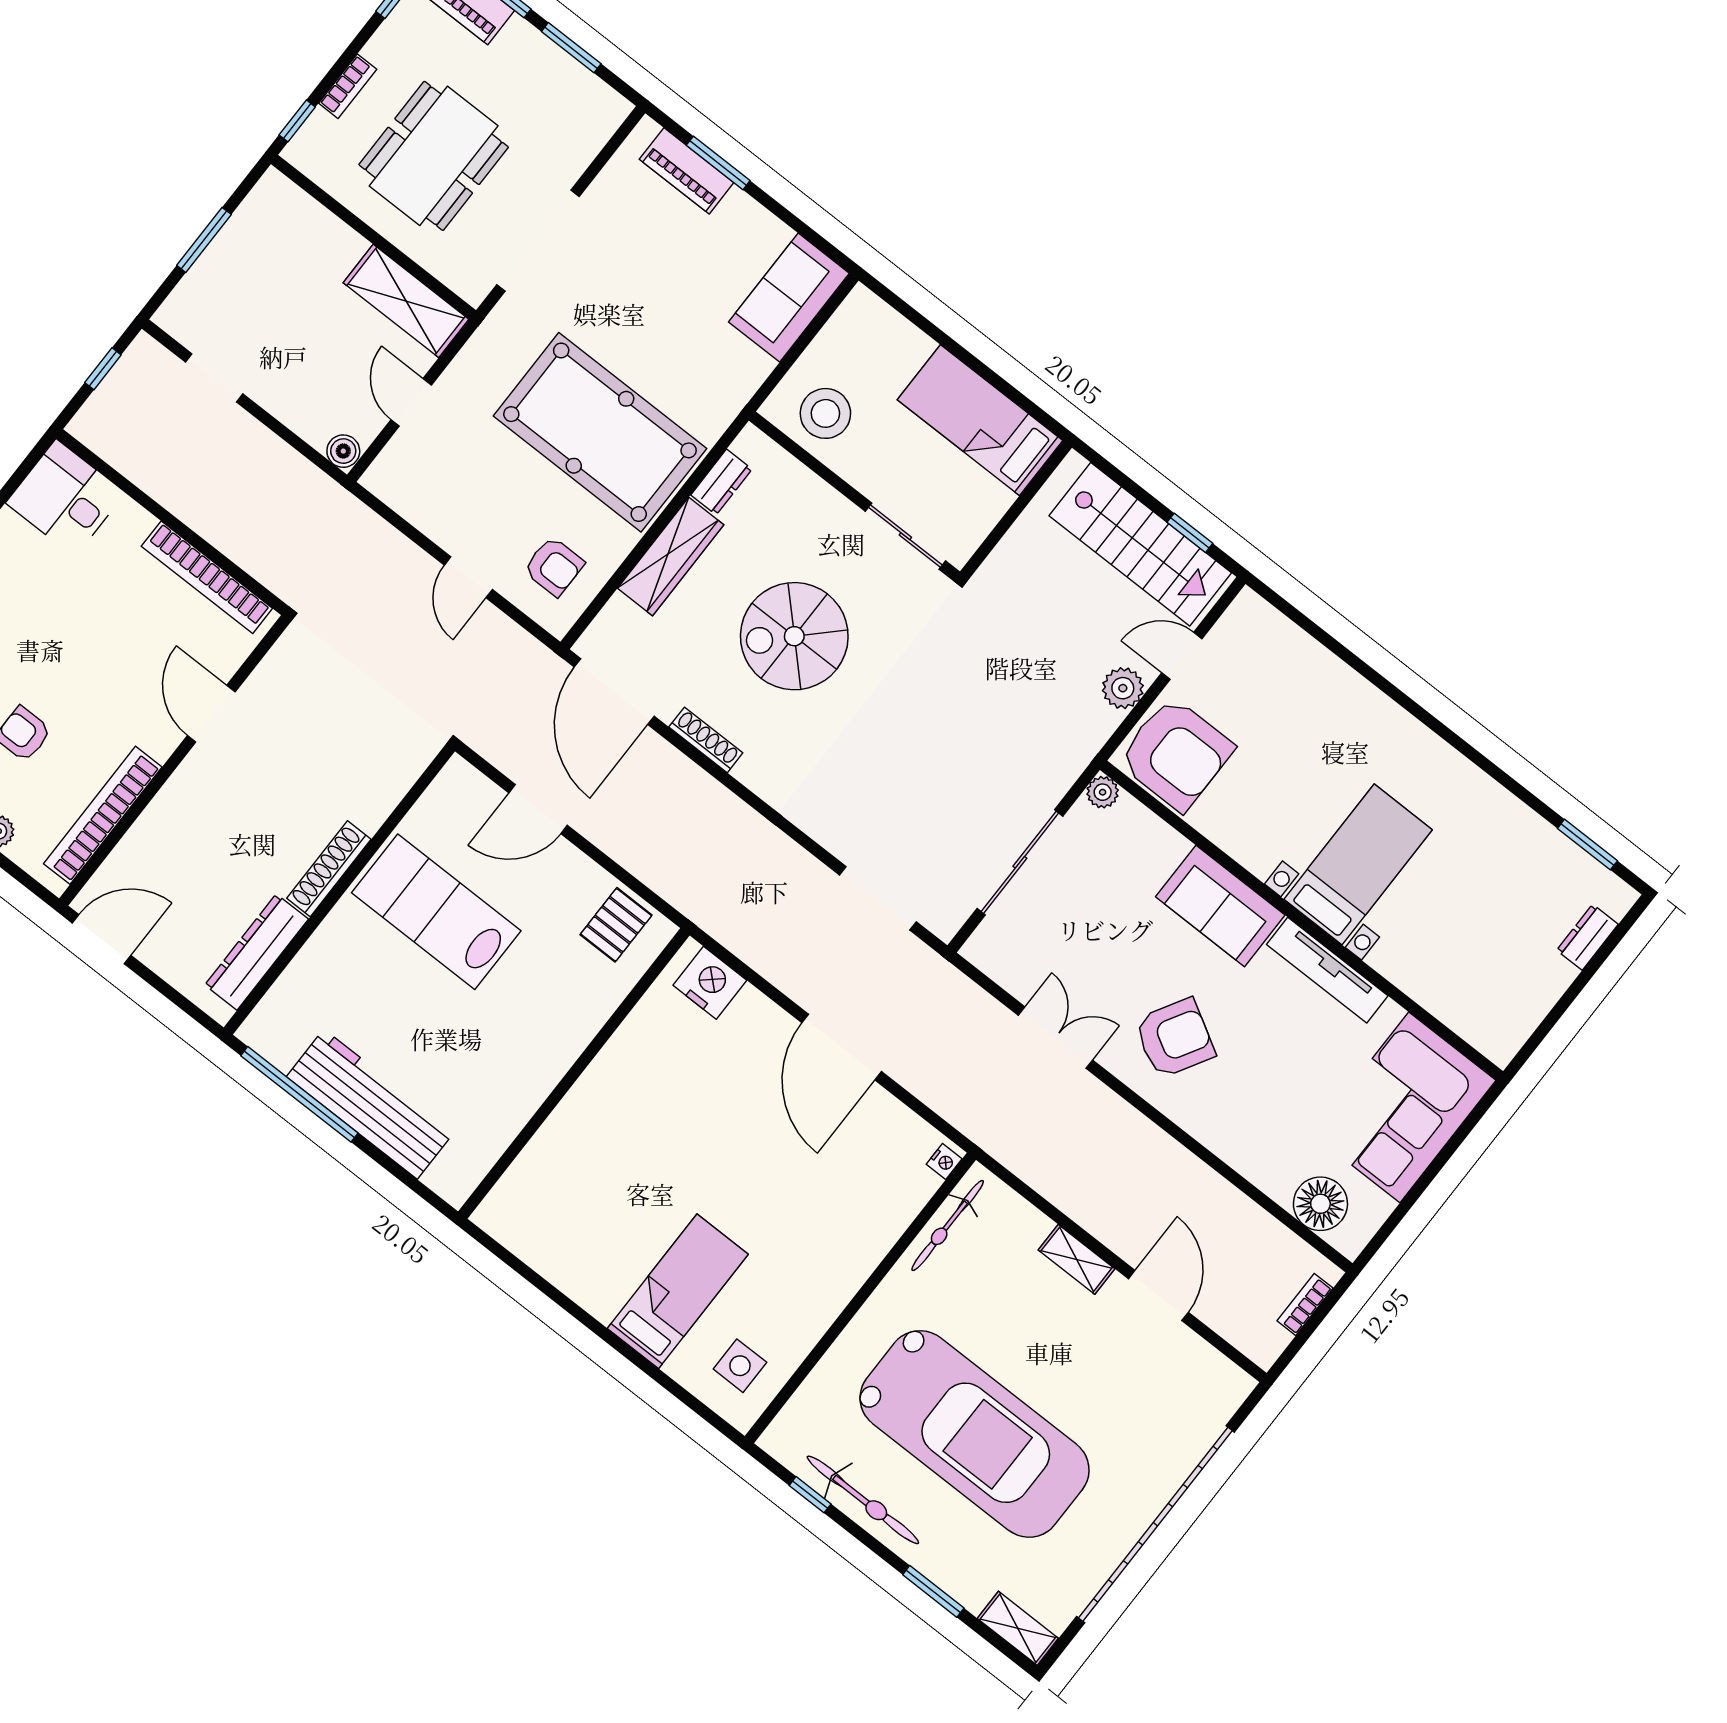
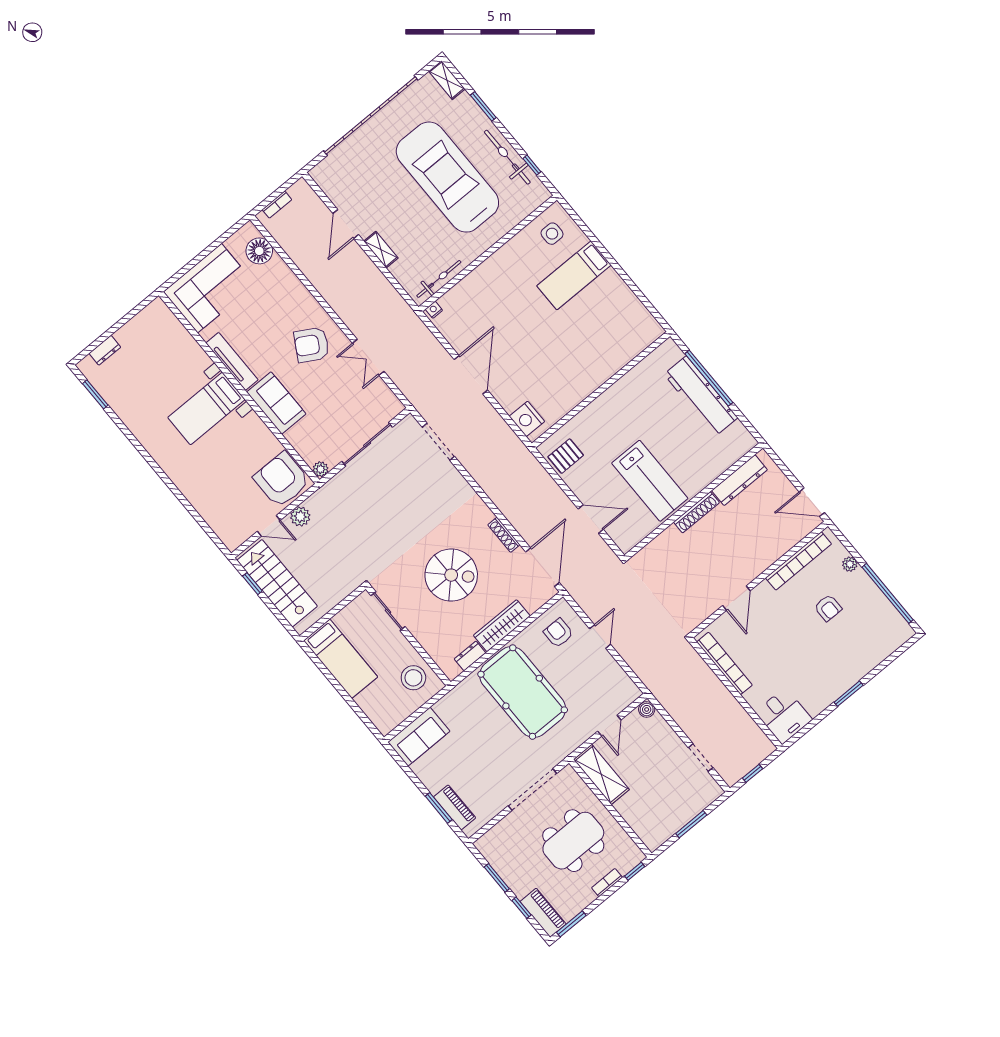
window: (299, 1094) -> (709, 378), moved

